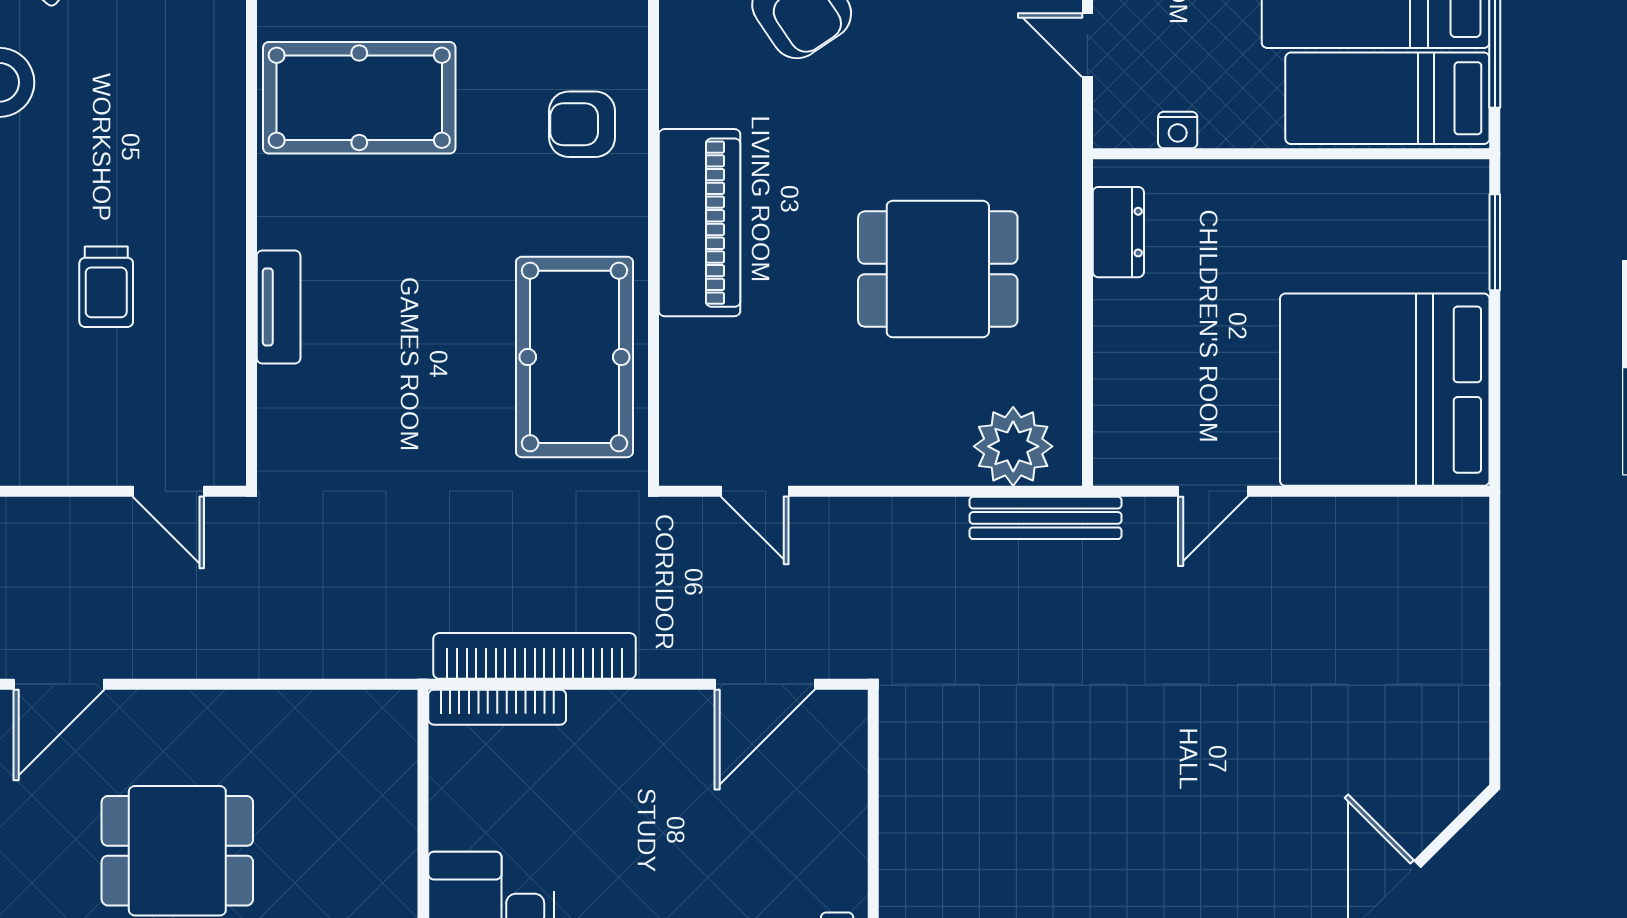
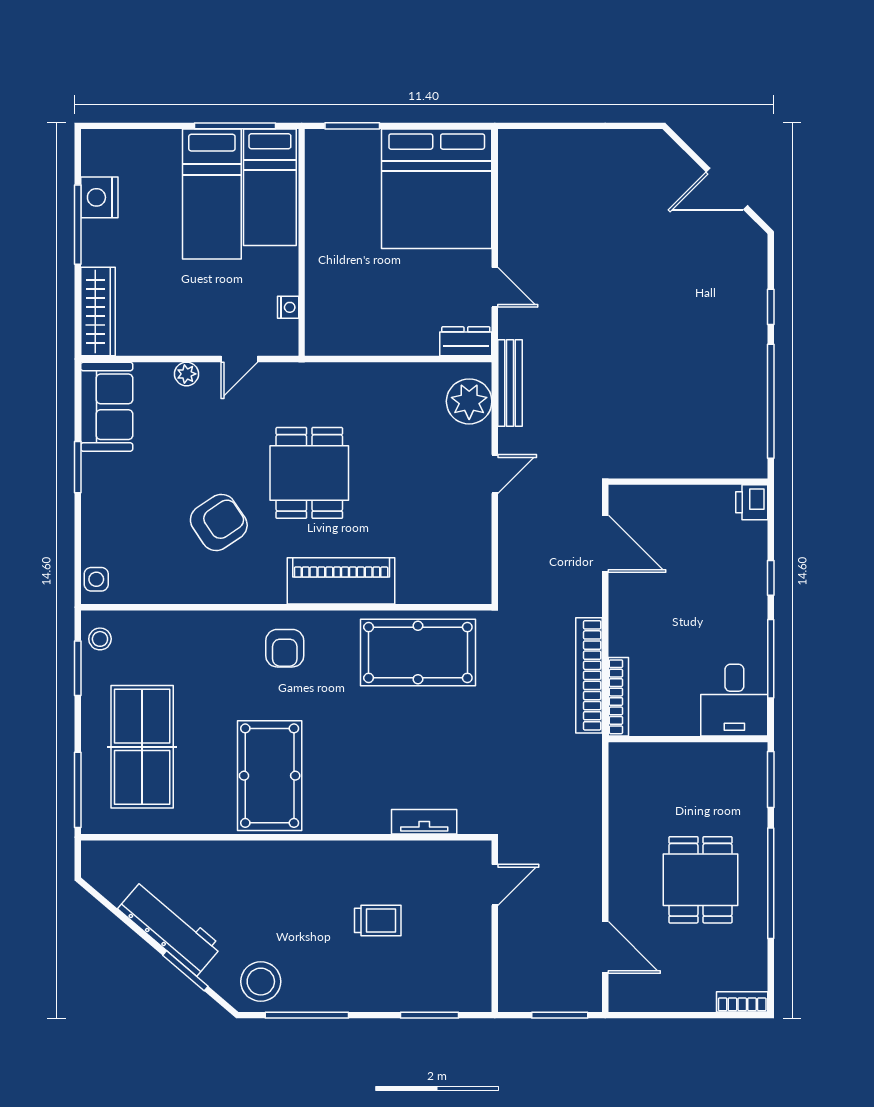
dresser: (1118, 232) -> (466, 341), moved
dining table: (938, 269) -> (309, 473), moved
tv unit: (279, 307) -> (424, 822), moved
door: (755, 491) -> (495, 474), moved

